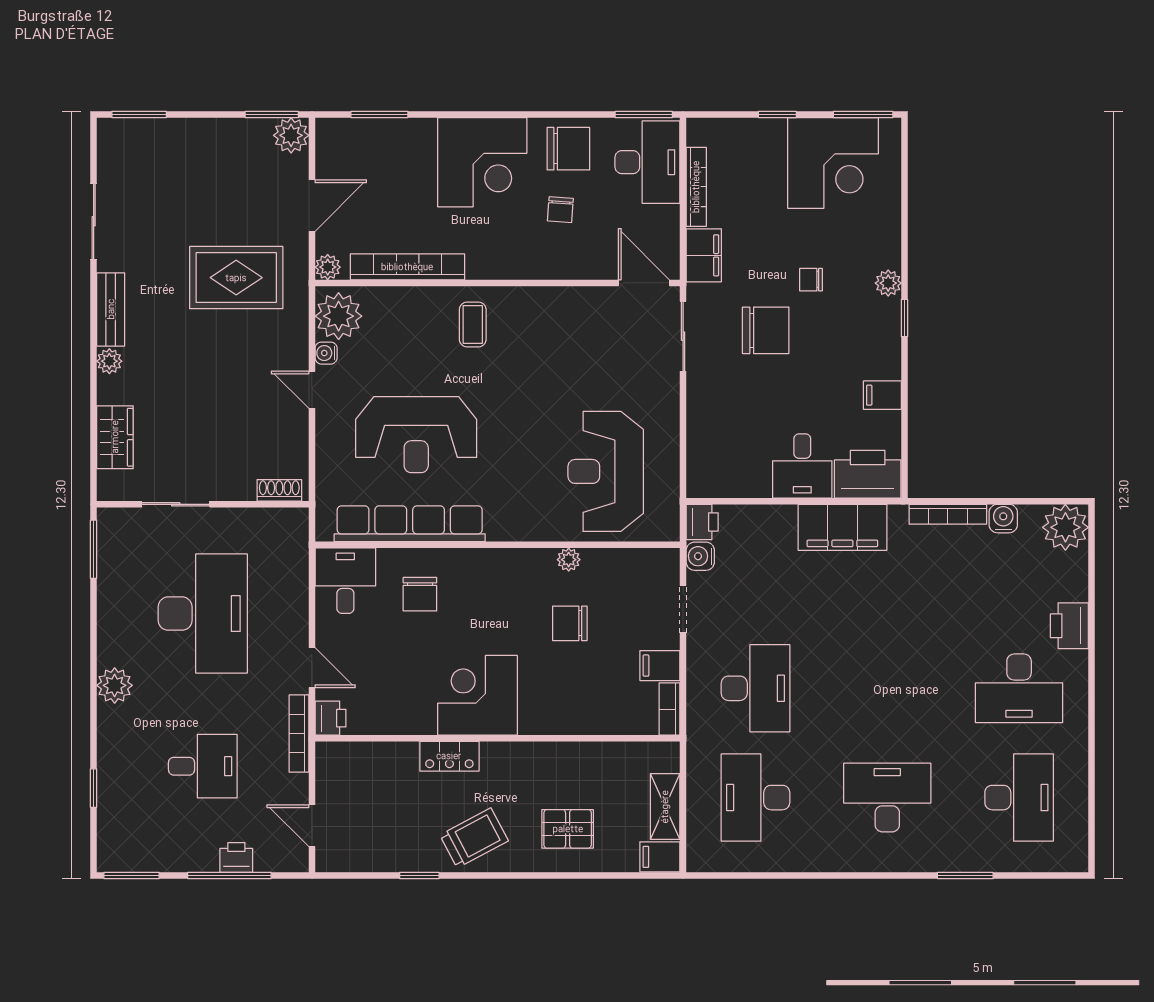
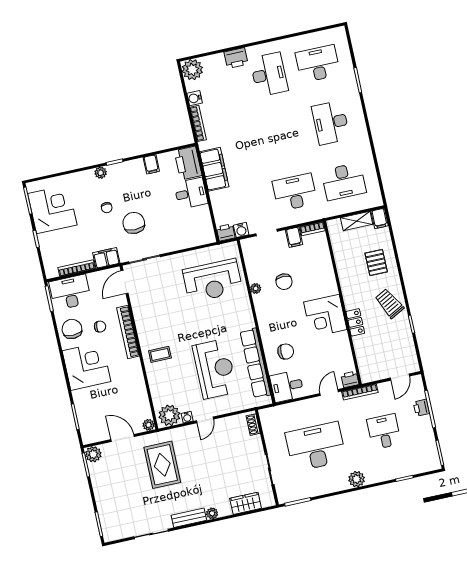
bookcase: (407, 267) -> (128, 332), moved

